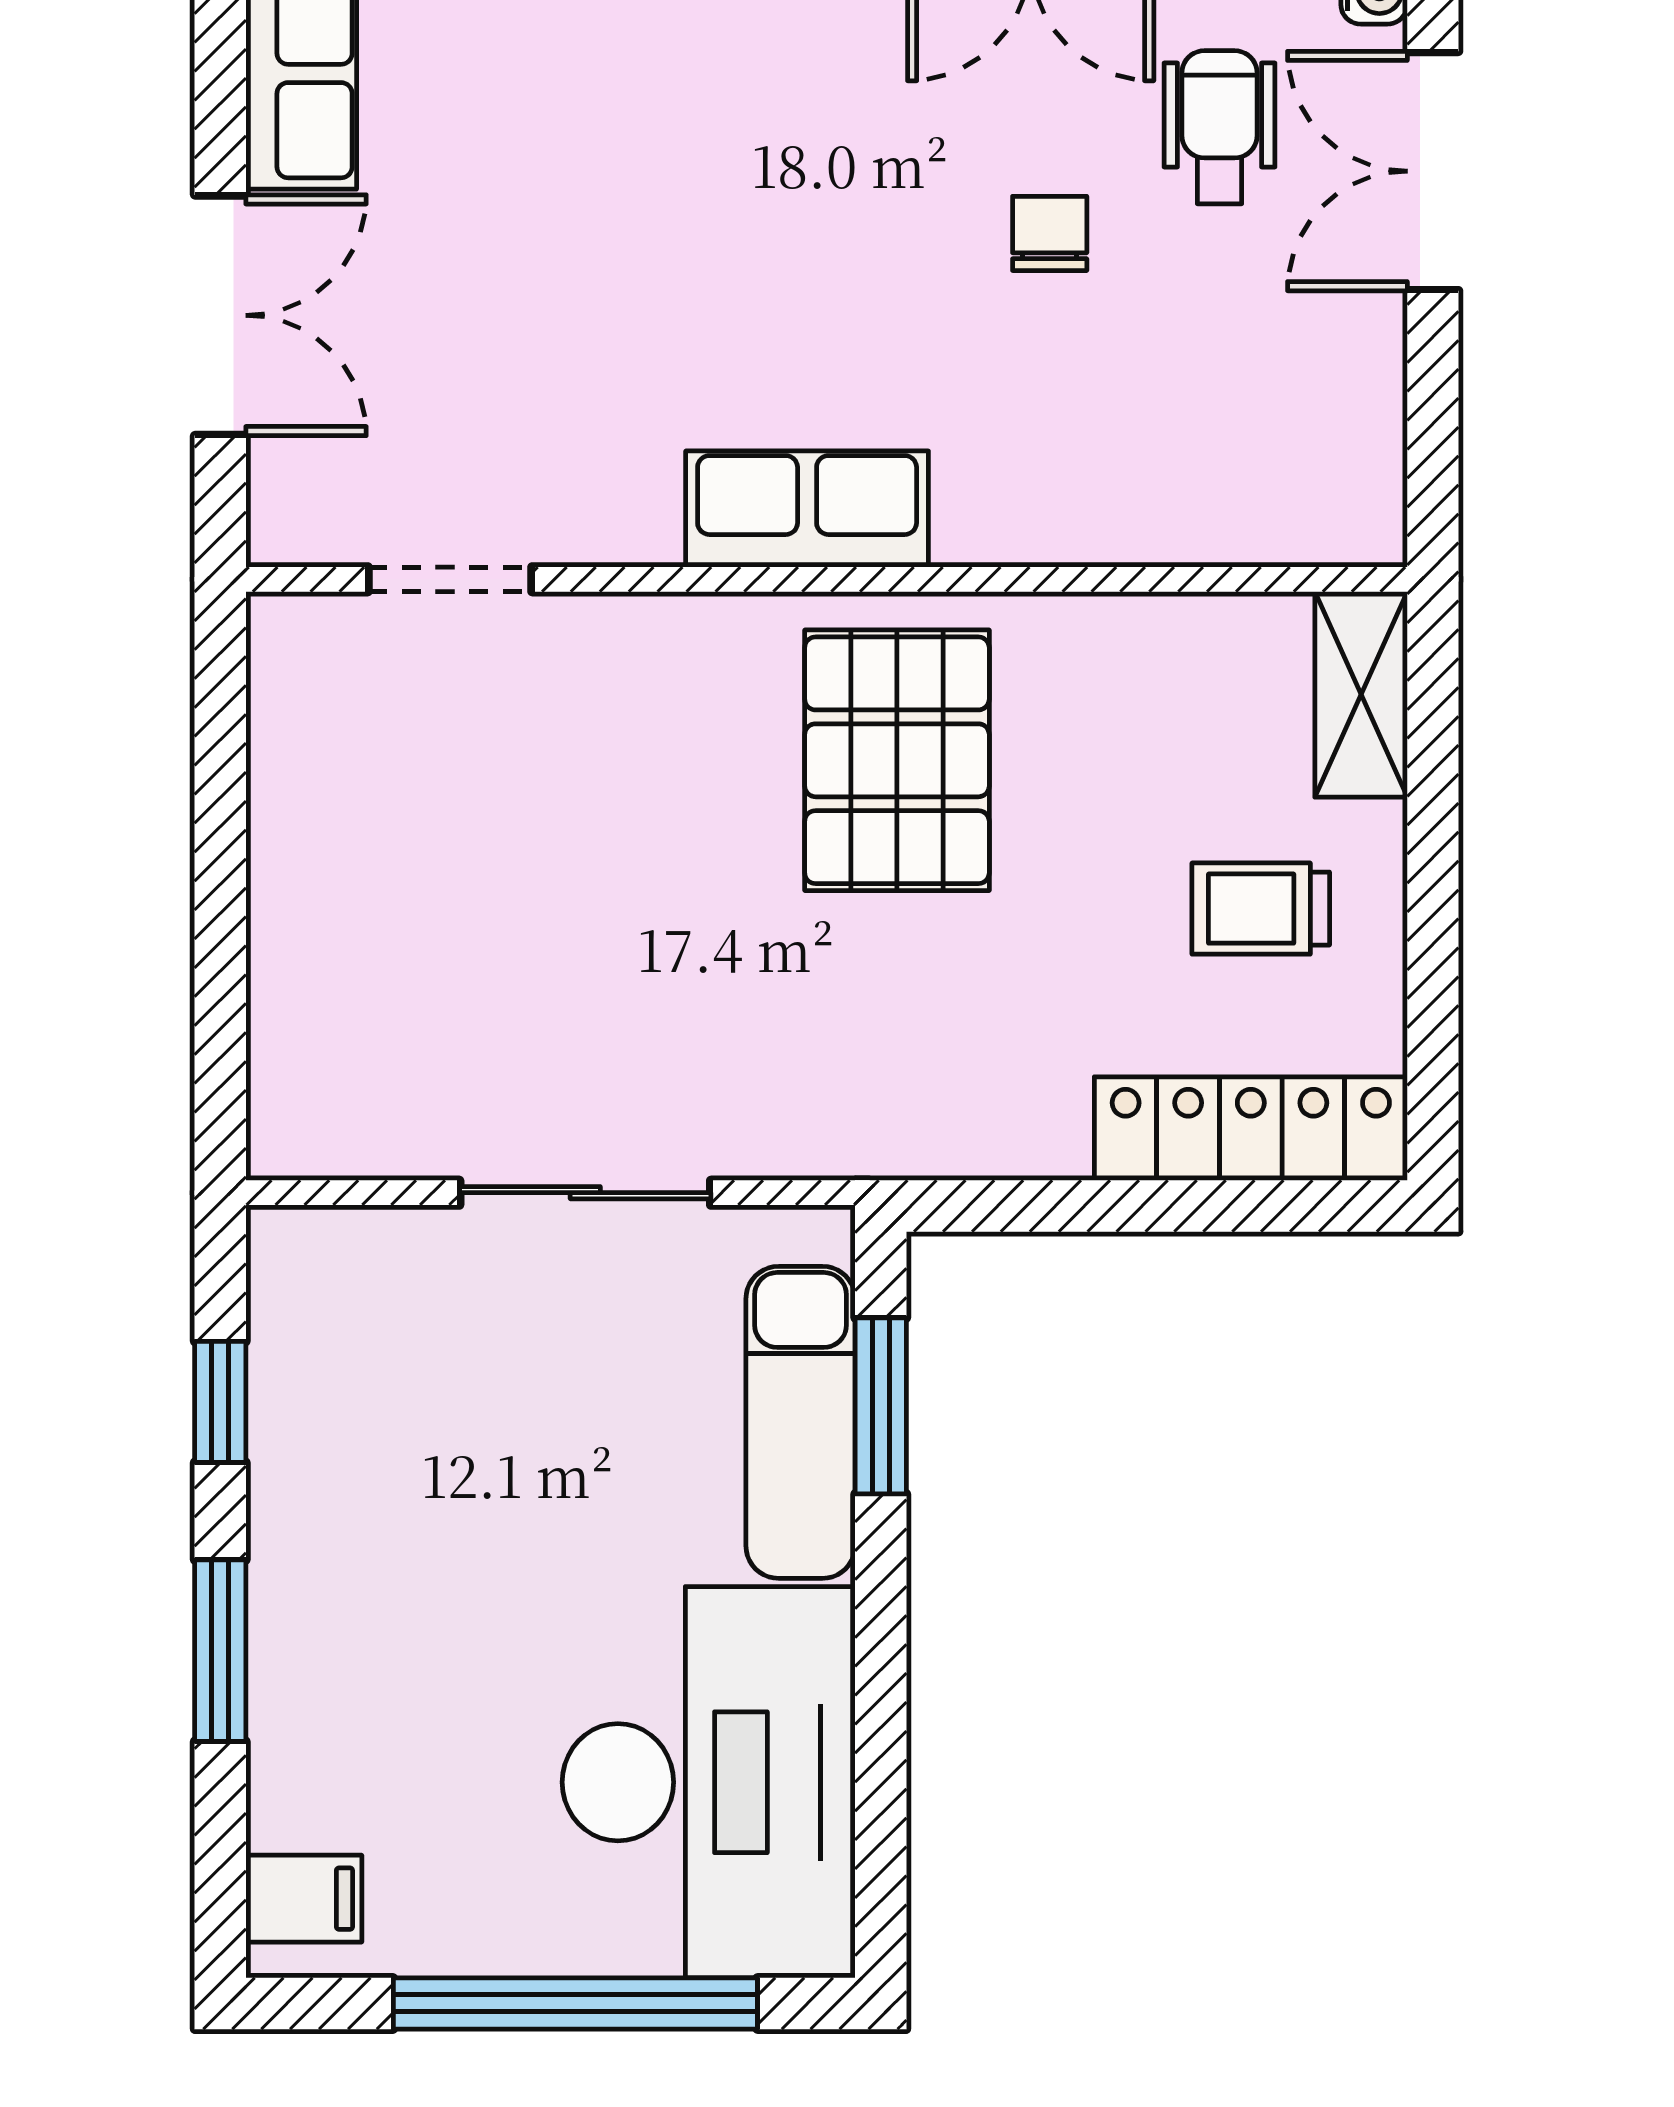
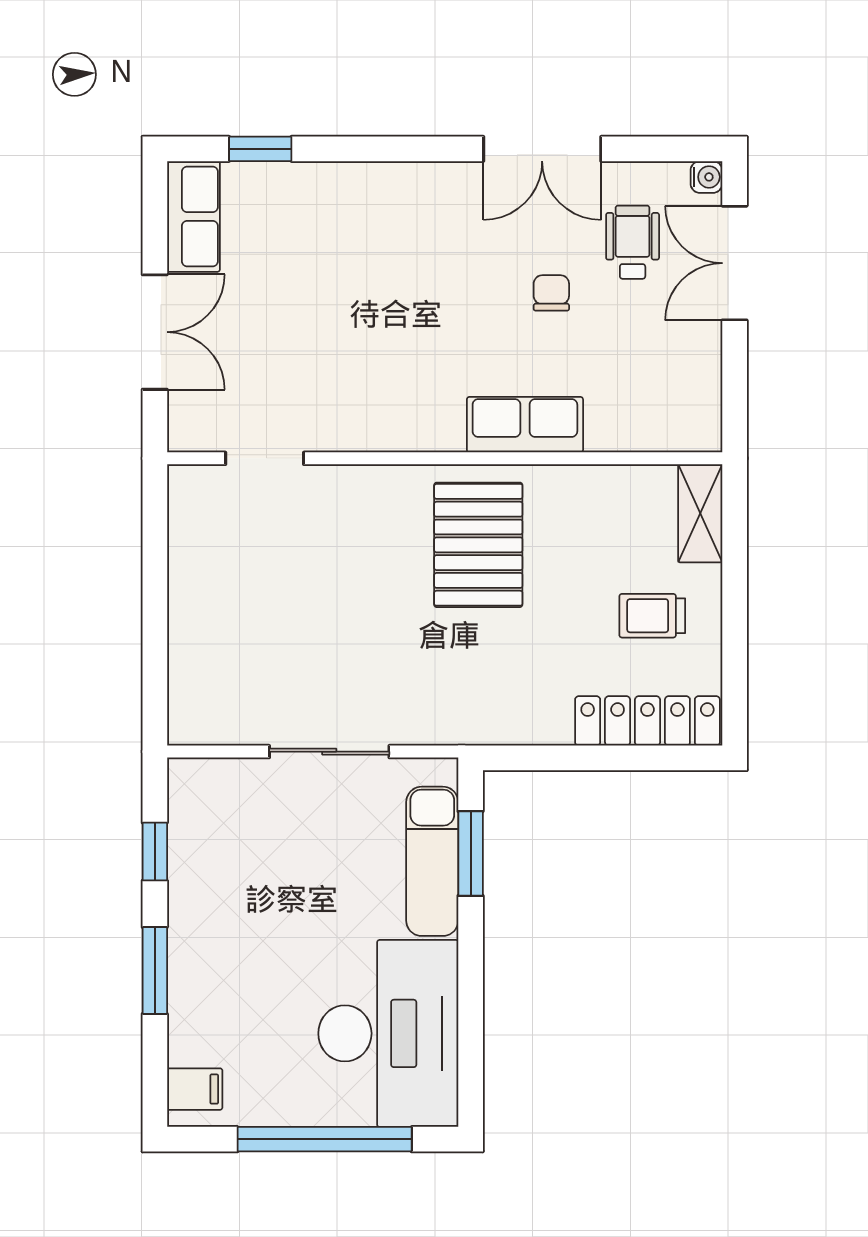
row of seats: (807, 509) -> (525, 425), moved

